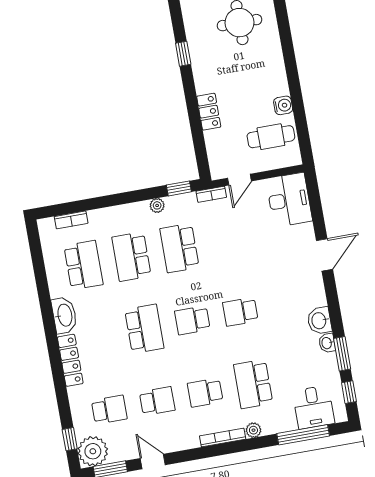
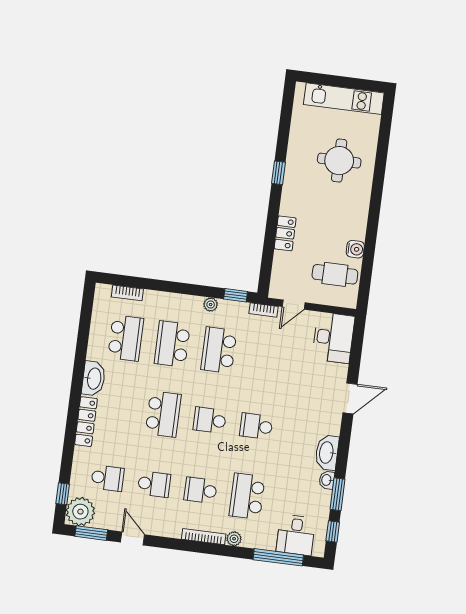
washbasin: (319, 321) -> (327, 453), width x1.38

